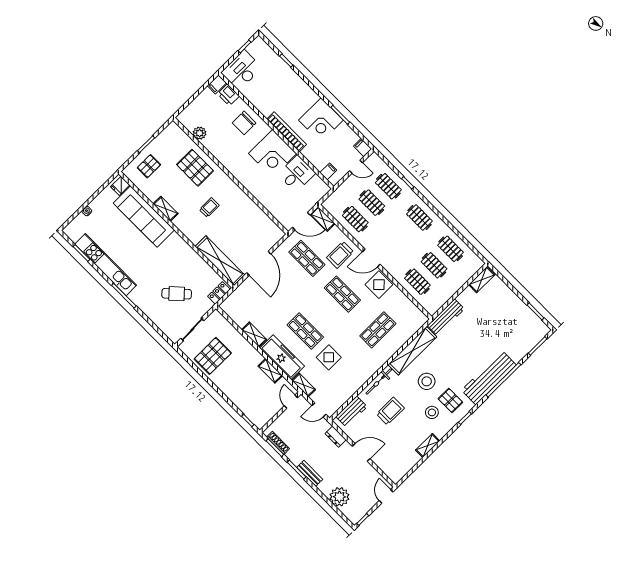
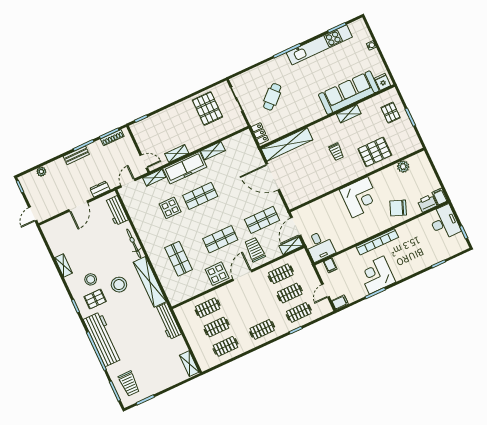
chair: (244, 123) -> (398, 208), turned -69
corner desk: (273, 153) -> (360, 197), moved, turned 180
desk: (297, 174) -> (320, 246), moved
trolley: (390, 411) -> (129, 384), moved
door: (386, 496) -> (33, 214), swing flipped
plant: (339, 497) -> (41, 172), width x0.53, depth x0.53

